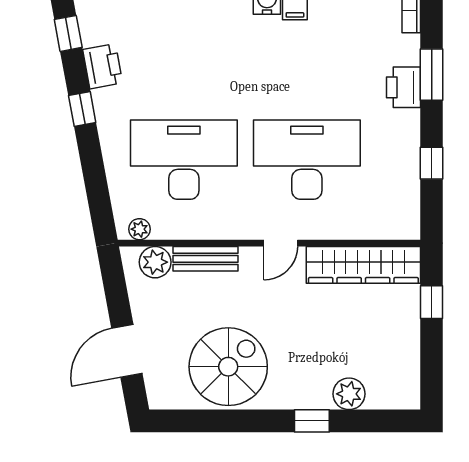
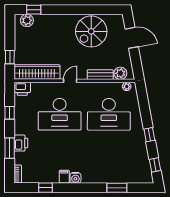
printer: (103, 66) -> (22, 89), moved, turned -80
door: (127, 351) -> (132, 38), hinge flipped
plant: (349, 394) -> (27, 20), moved
window: (312, 421) -> (34, 10), moved

